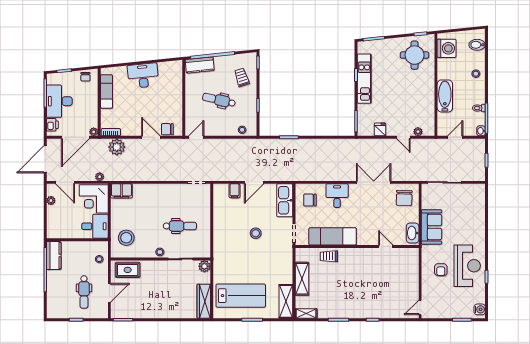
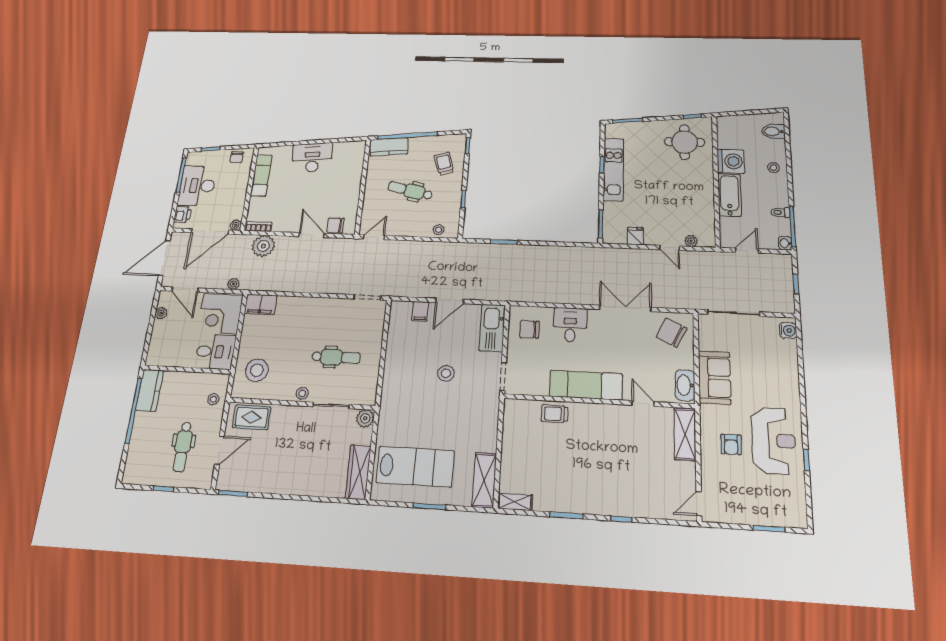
washing machine: (447, 48) -> (731, 161), moved
chair: (404, 198) -> (671, 333), turned 114
exam couch: (333, 236) -> (586, 385), moved
shelving: (302, 279) -> (685, 434), moved
water cooler: (480, 309) -> (788, 331), moved

